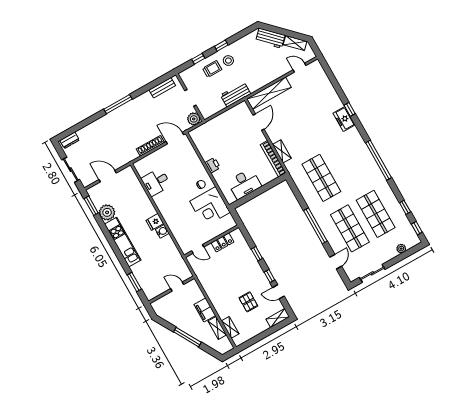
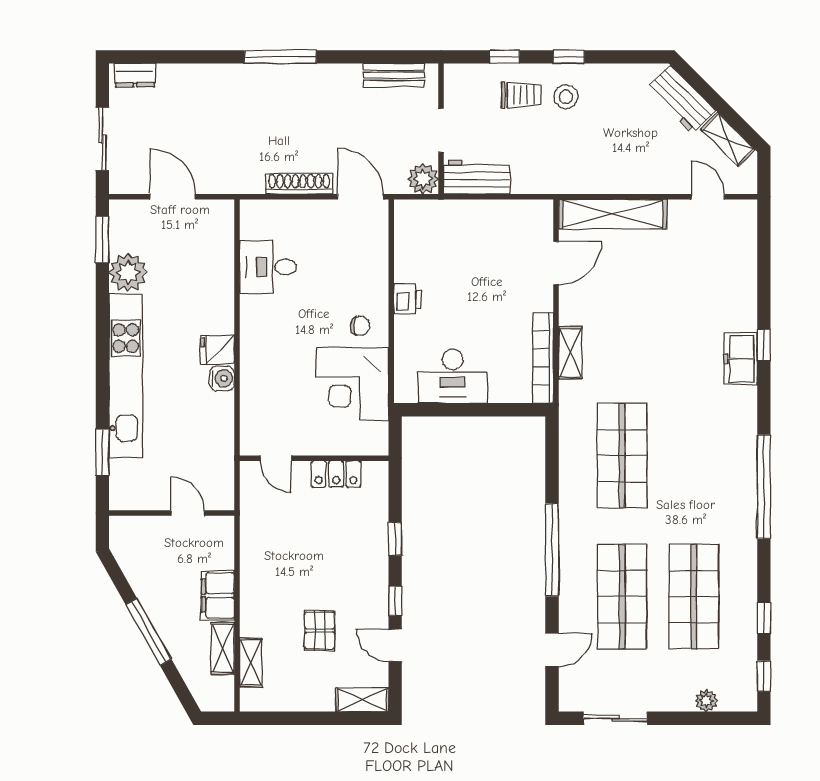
workbench: (236, 94) -> (477, 177), moved
kitchen unit: (123, 242) -> (126, 376), width x1.36

